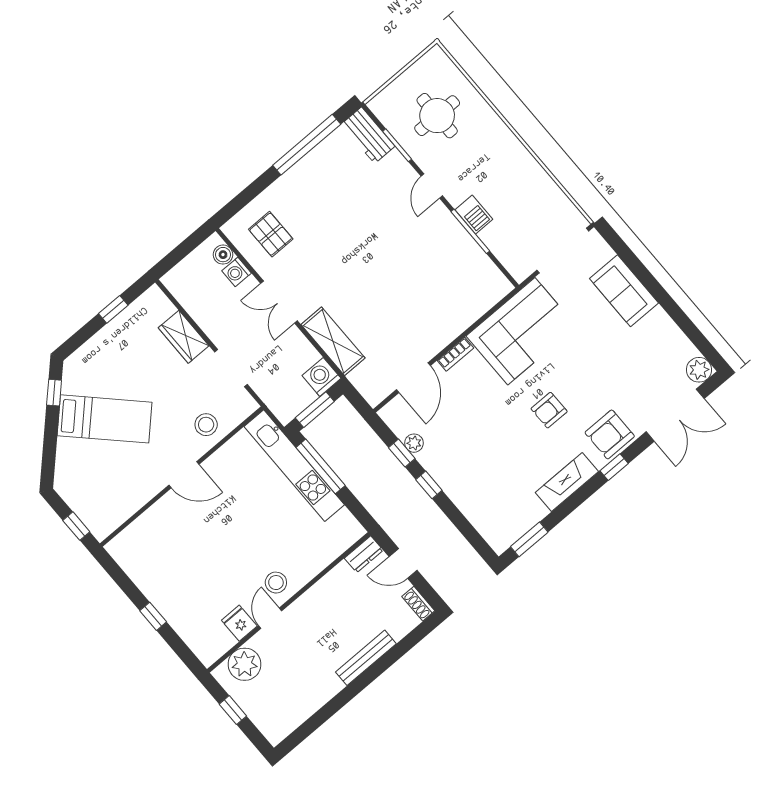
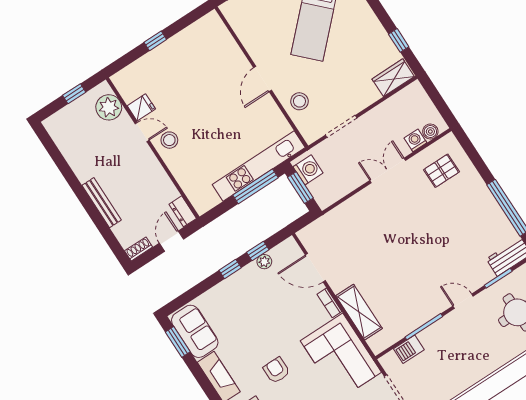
barbecue: (474, 214) -> (409, 349), moved
wardrobe: (184, 337) -> (393, 78), moved
shelving: (333, 341) -> (359, 312), moved, turned 90
washing machine: (321, 377) -> (308, 170), moved
sofa: (513, 520) -> (195, 331), added

